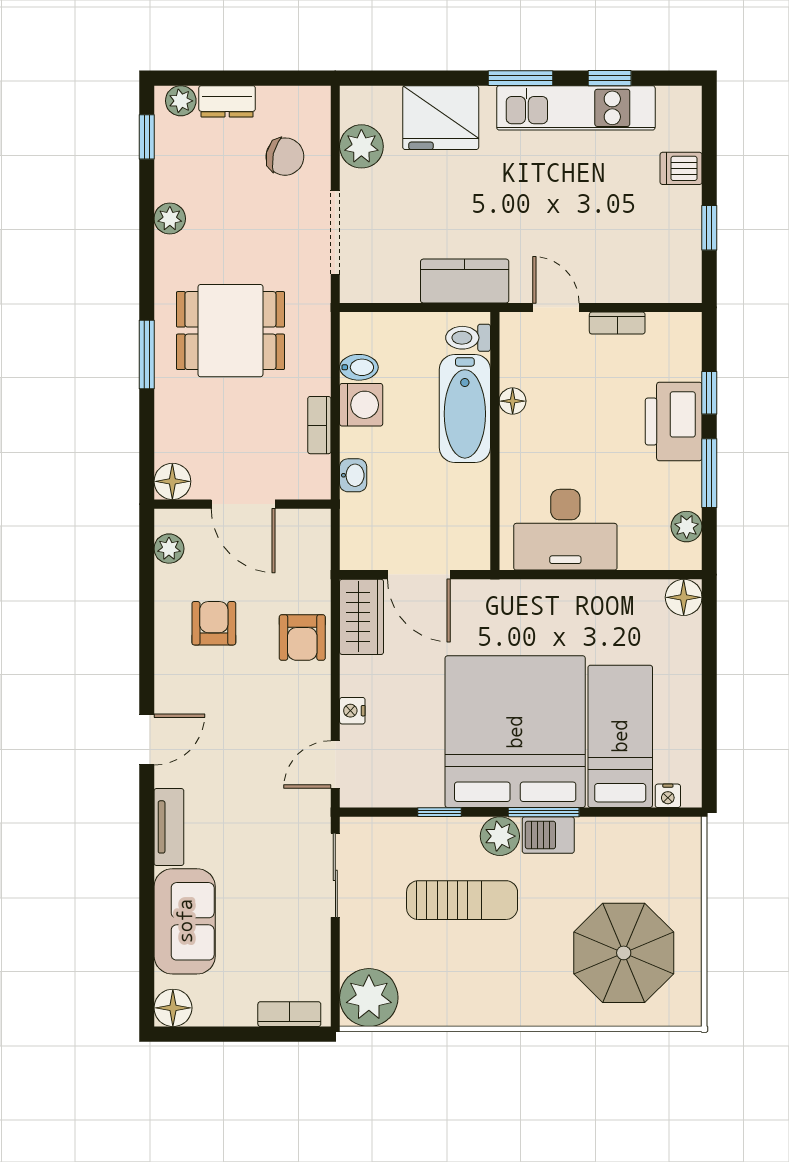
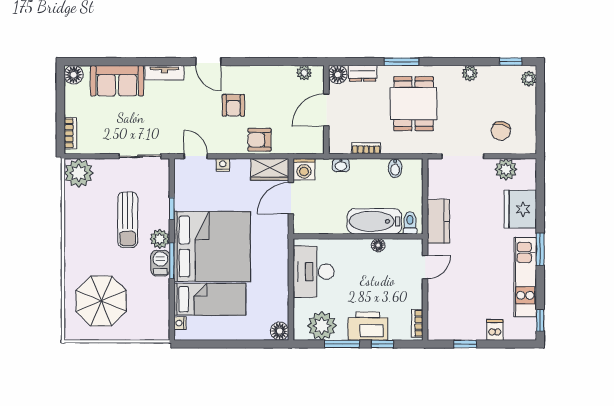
window: (610, 78) -> (540, 320), moved
dresser: (227, 101) -> (363, 73), moved, turned -90
bookcase: (617, 323) -> (417, 323), moved
washing machine: (361, 405) -> (304, 169), moved
plant: (687, 527) -> (322, 326), width x1.87, depth x1.87
armchair: (214, 623) -> (233, 105), moved, turned 90

